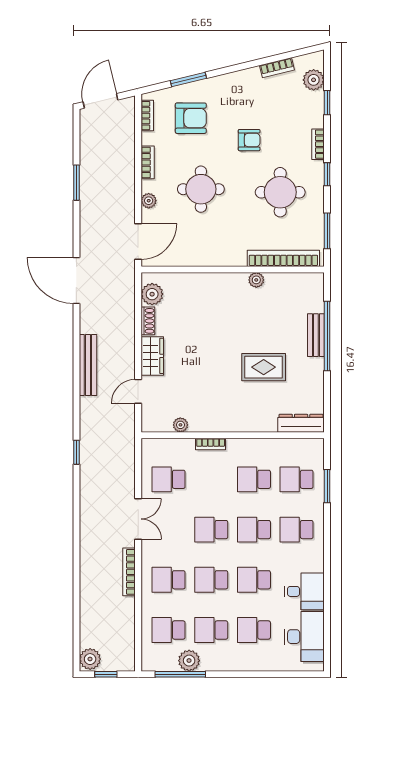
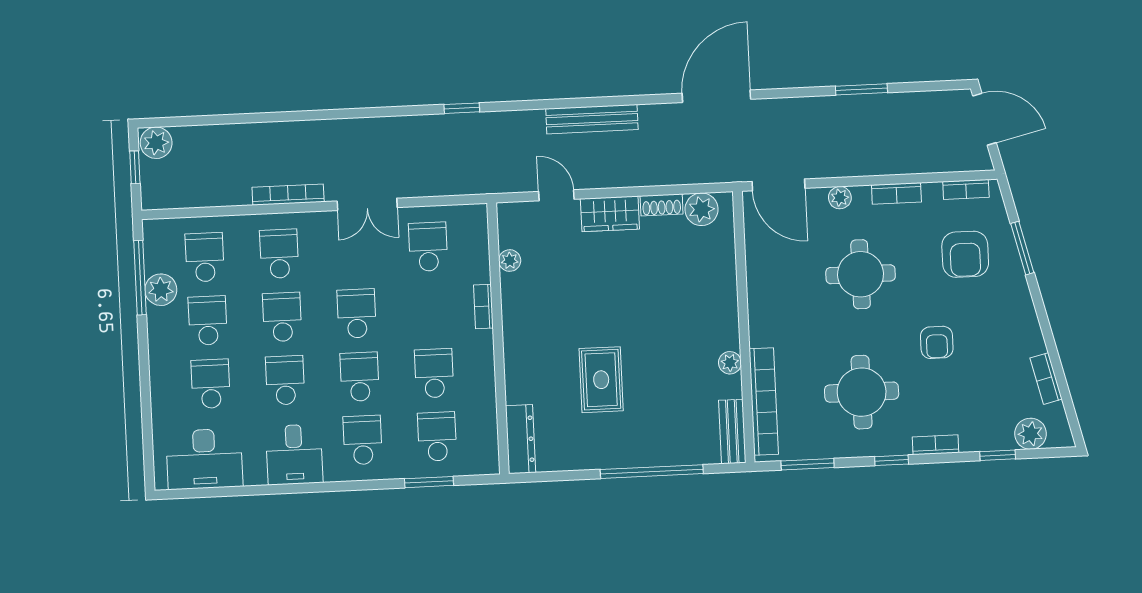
bench: (316, 335) -> (732, 432), moved, turned 90
desk: (304, 591) -> (294, 455), moved

